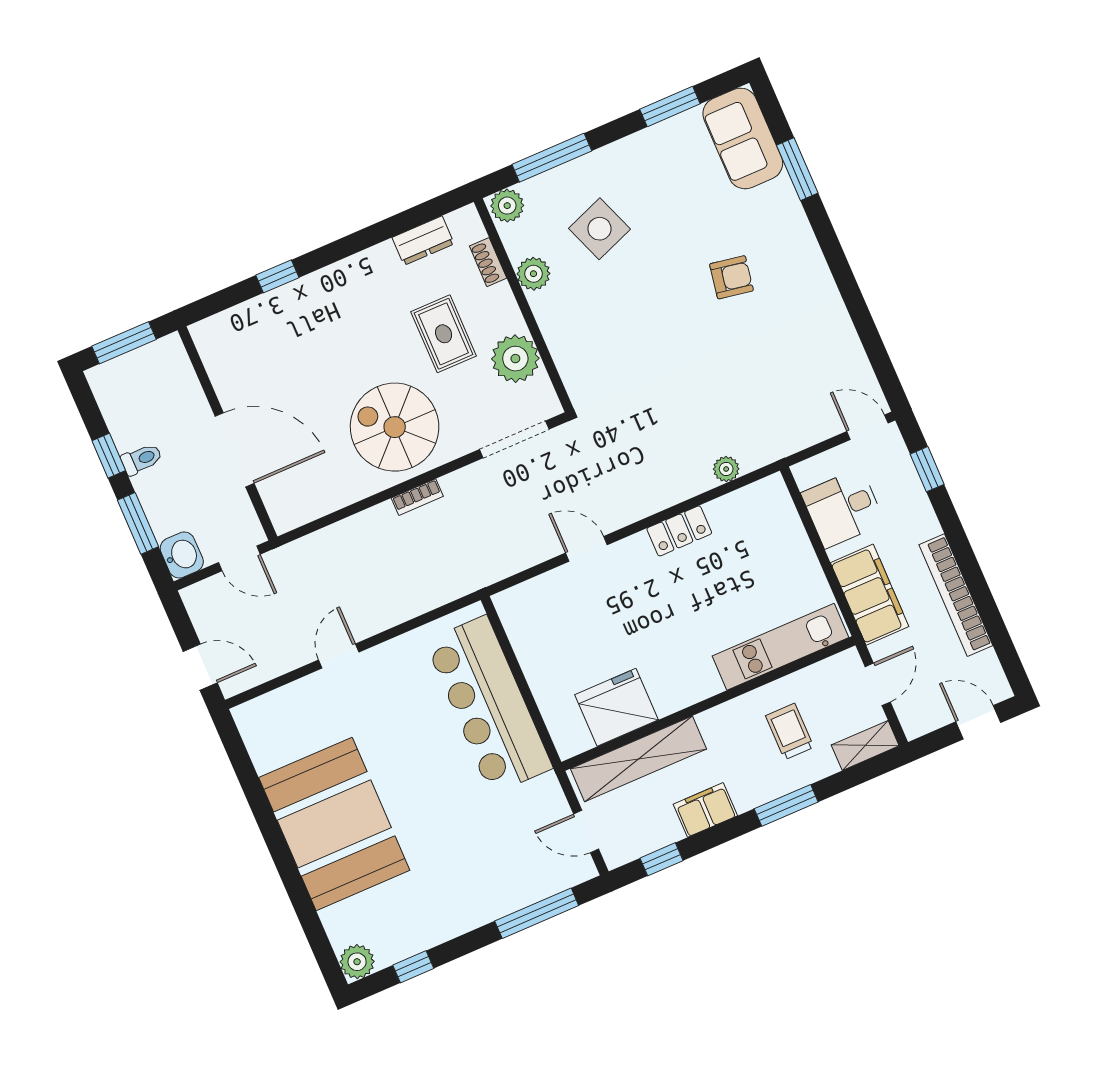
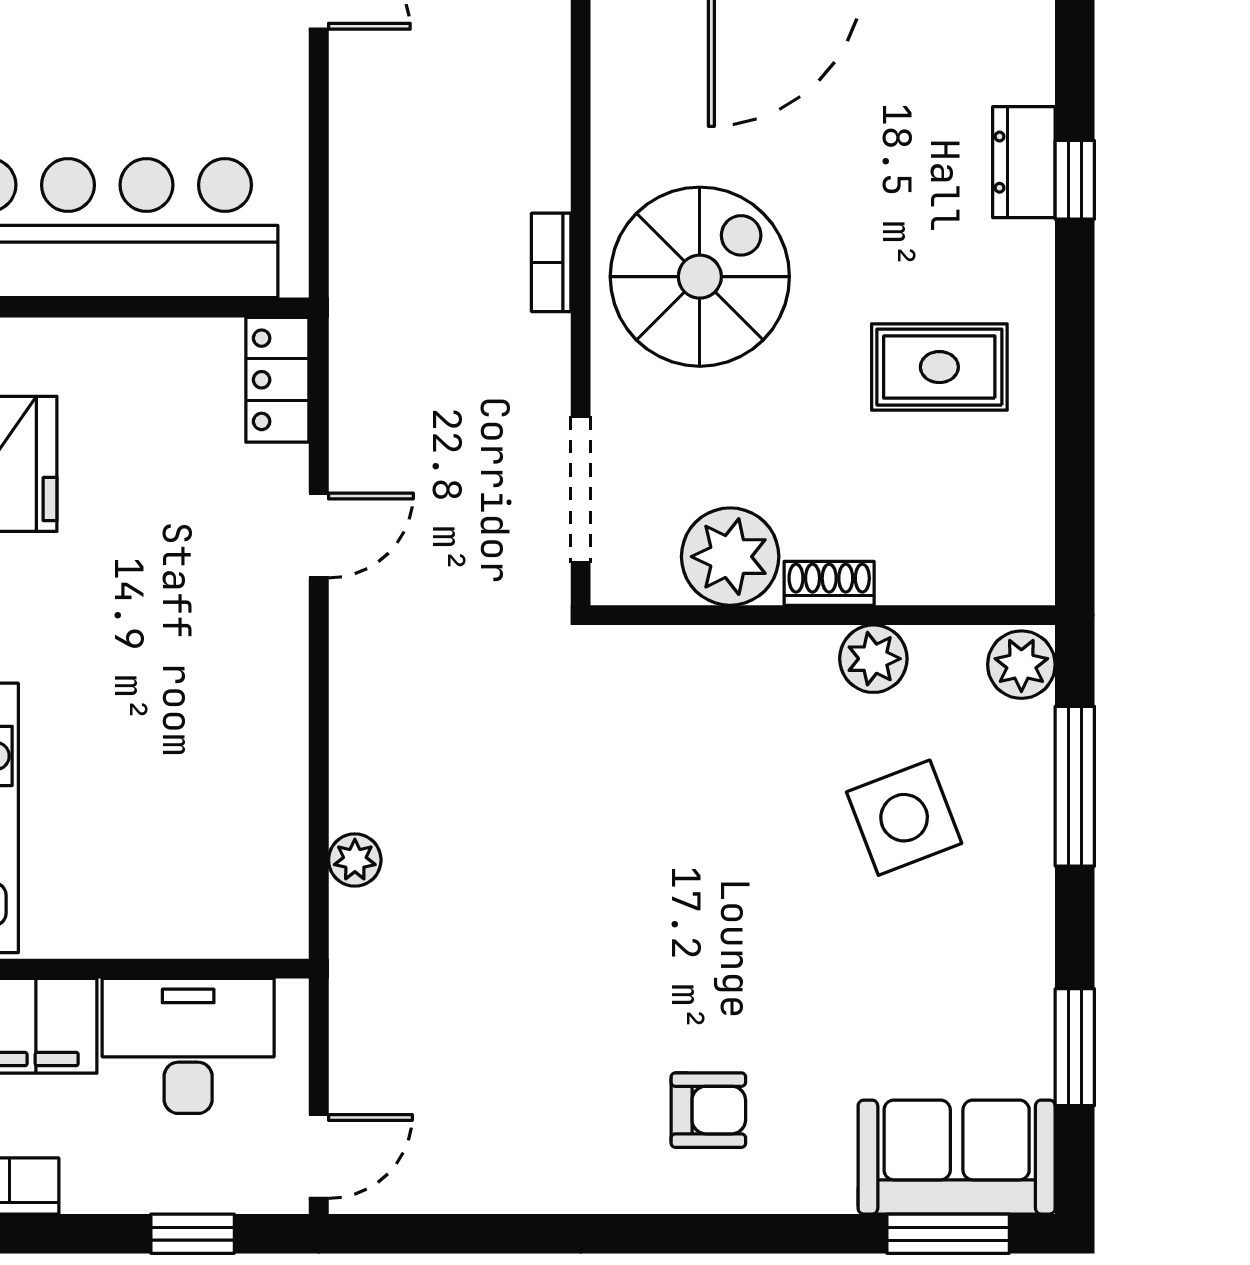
window: (797, 169) -> (948, 1234), moved
dresser: (423, 241) -> (1024, 162), moved
shoe rack: (488, 262) -> (829, 583), moved
armchair: (731, 277) -> (708, 1110), moved, turned -100
rug: (444, 334) -> (939, 367), moved
desk: (843, 508) -> (188, 1046), width x1.37
locker: (679, 531) -> (277, 380), moved

